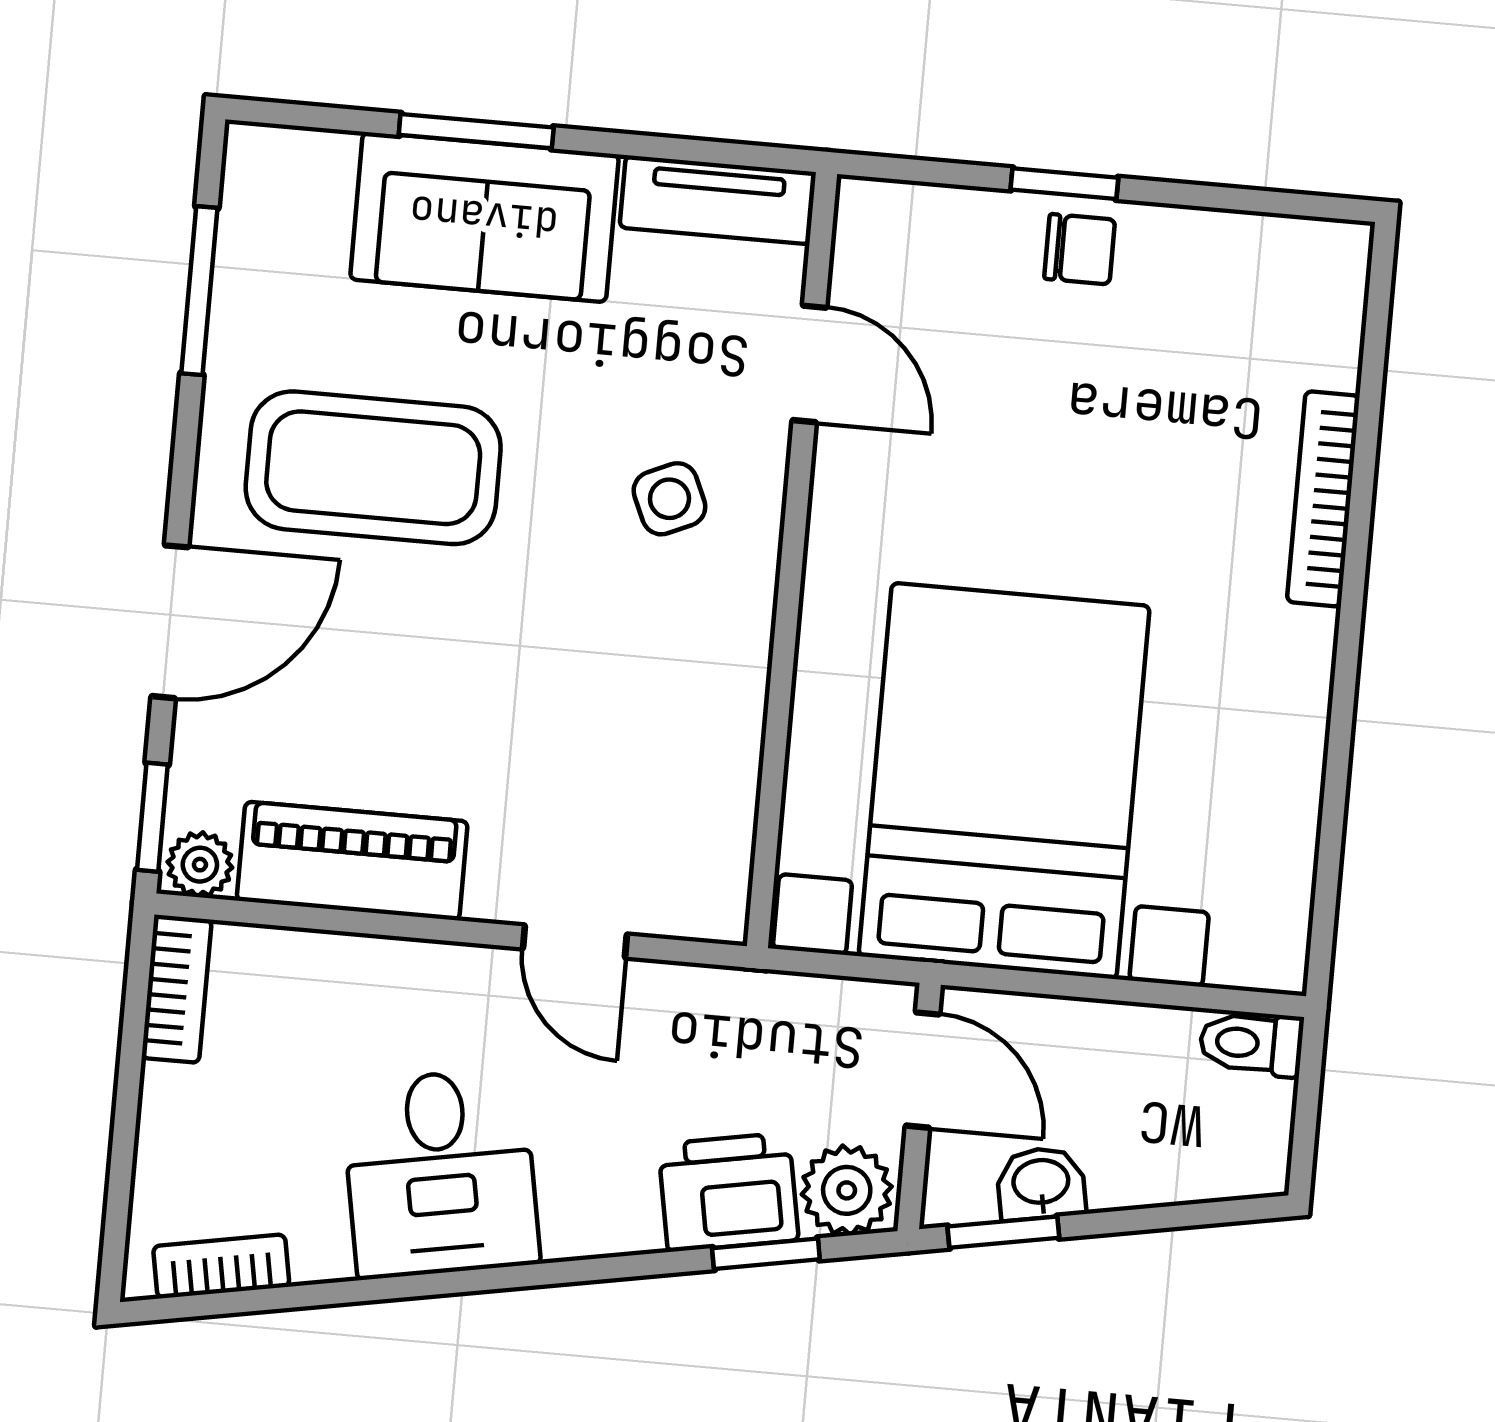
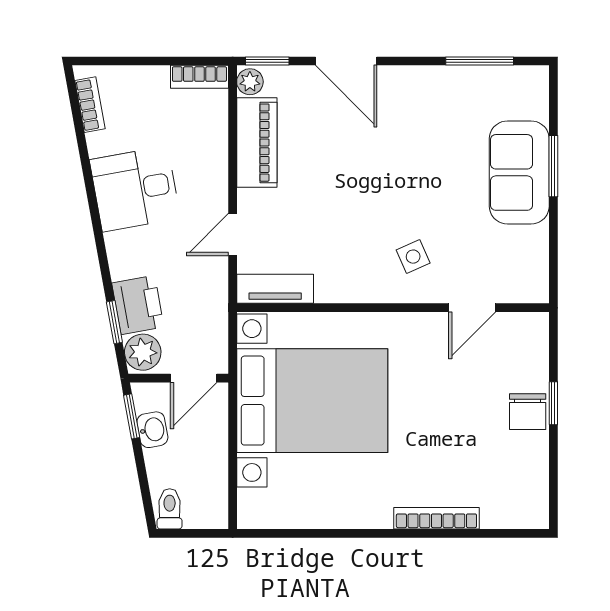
tv unit: (718, 200) -> (275, 289), moved, turned 90
chair: (1080, 249) -> (528, 412), width x1.37, depth x1.37
coffee table: (373, 468) -> (415, 137), removed
toilet: (1251, 1043) -> (170, 509), moved

